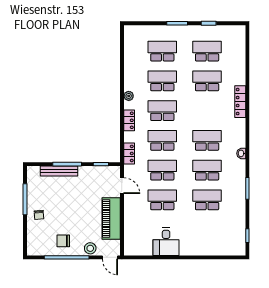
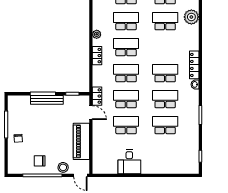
plant: (237, 76) -> (191, 17), added
locker: (240, 102) -> (194, 65), moved
locker: (129, 153) -> (97, 96), moved
bench: (59, 171) -> (47, 100), moved

